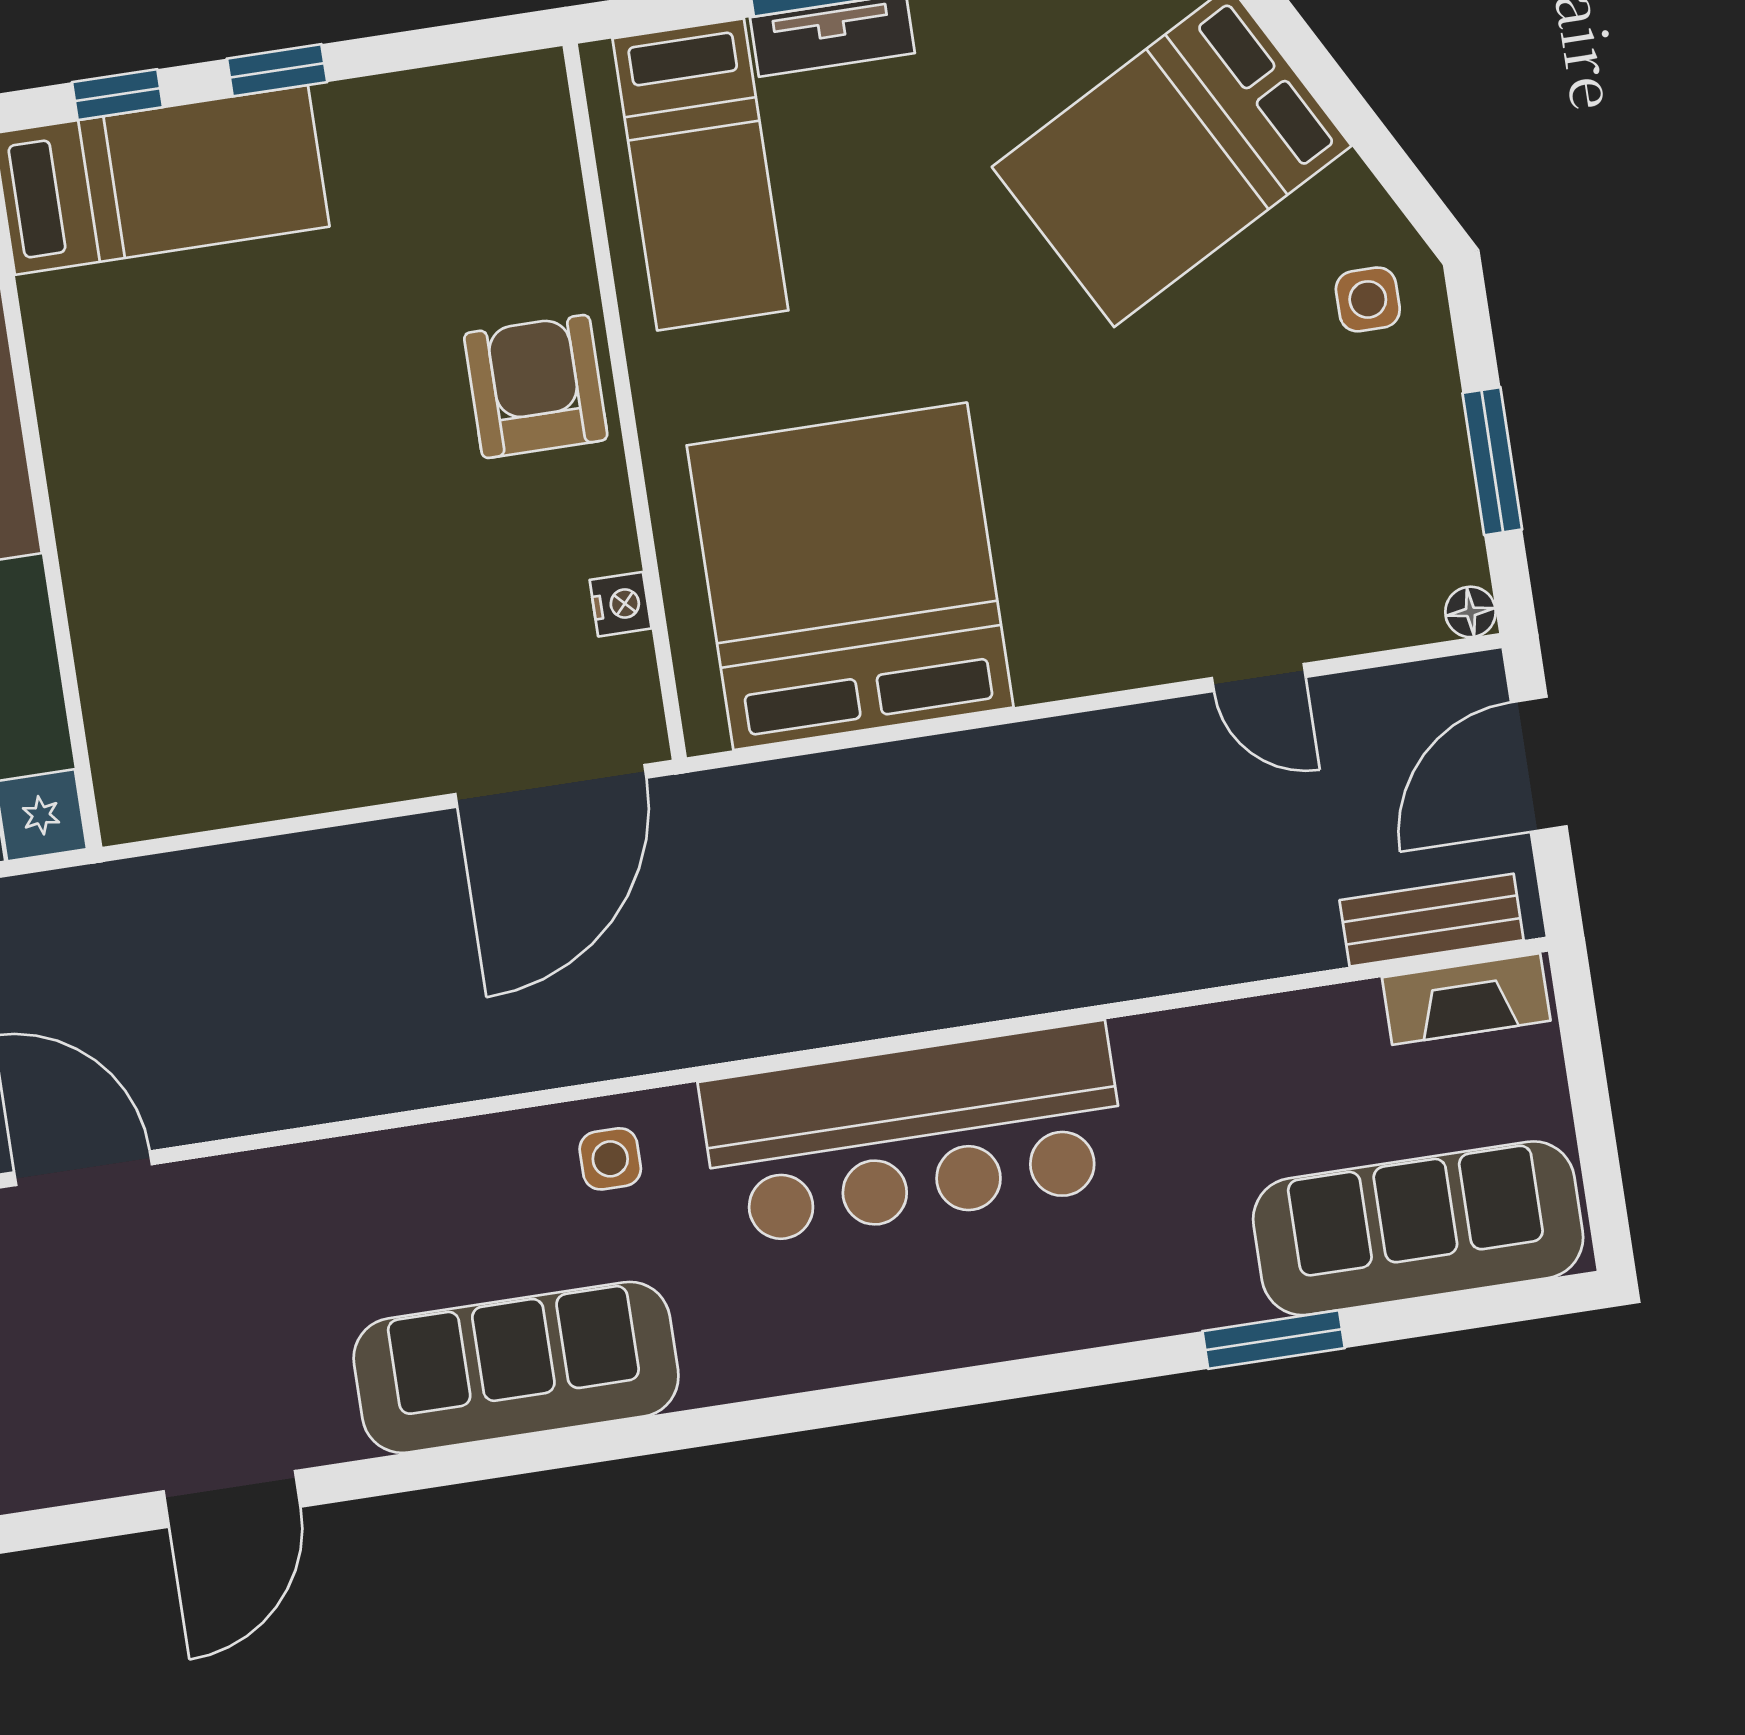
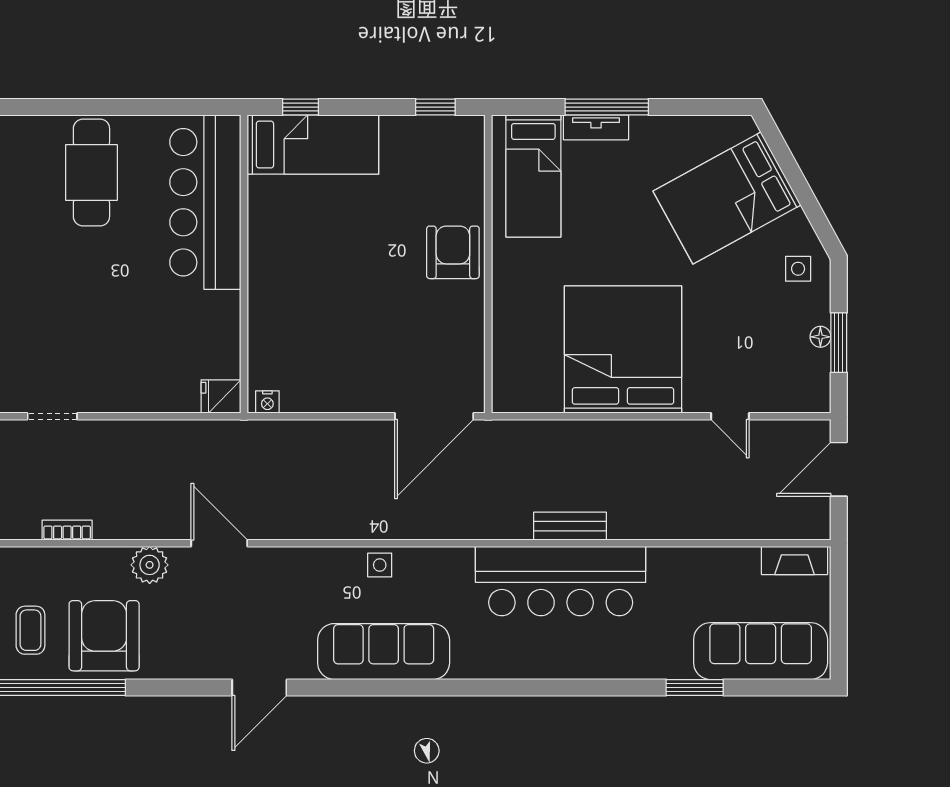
window: (277, 70) -> (435, 107), moved
bed: (850, 576) -> (623, 349), moved
nightstand: (621, 604) -> (267, 402), moved, turned 90
floor lamp: (1470, 612) -> (820, 337), moved
bench: (1432, 920) -> (570, 526), moved
side table: (610, 1159) -> (380, 565), moved

